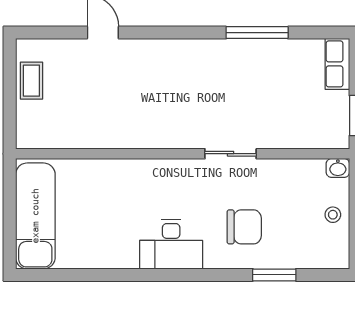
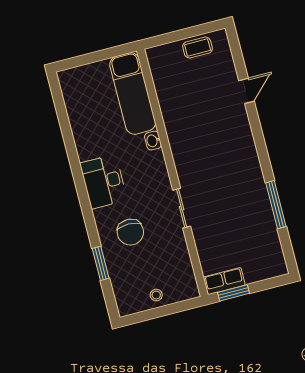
row of seats: (337, 64) -> (224, 281), moved
washbasin: (338, 168) -> (153, 141), moved
exam couch: (35, 216) -> (133, 93), moved, turned 90

